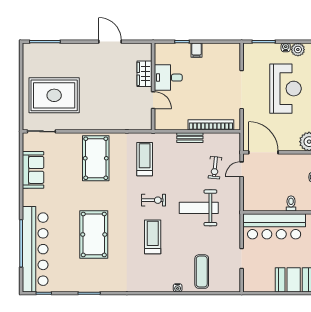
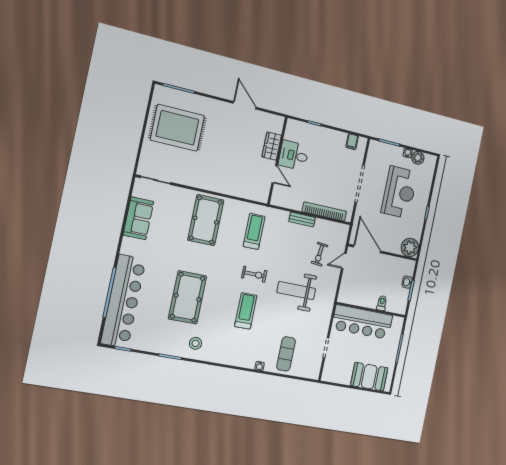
filing cabinet: (196, 50) -> (352, 142), moved
rug: (54, 95) -> (177, 128), moved
stool: (110, 277) -> (196, 343), added

